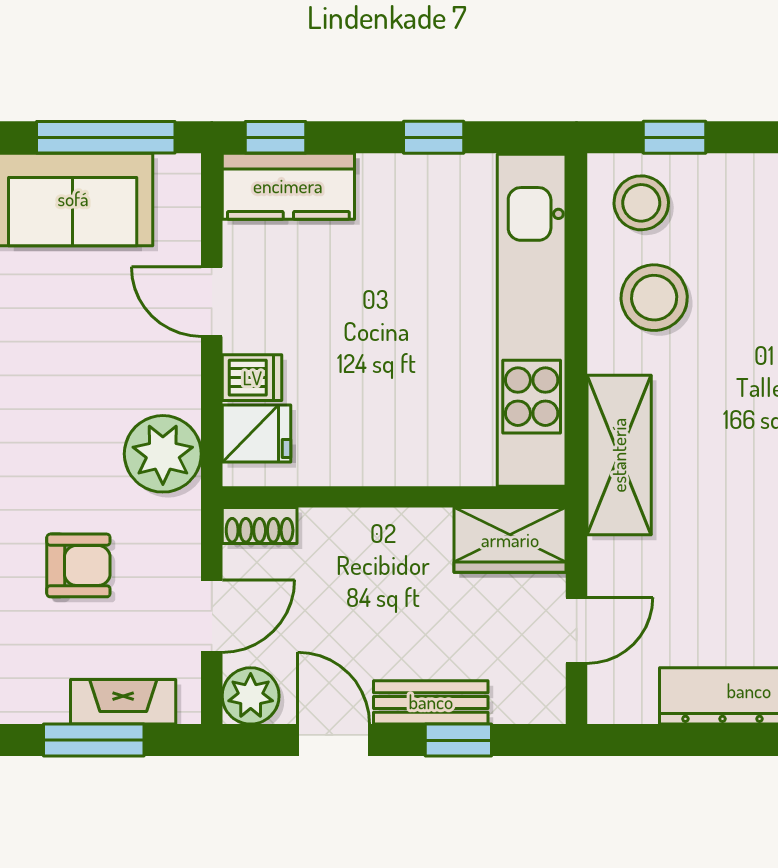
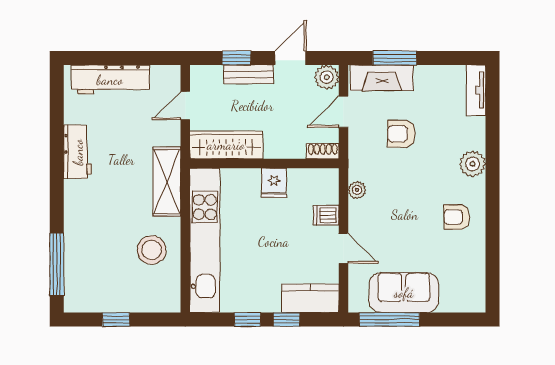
window: (276, 137) -> (286, 319), moved
window: (674, 137) -> (116, 319), moved
stool: (641, 203) -> (157, 291), removed
fridge: (256, 434) -> (274, 183), moved, turned -90
plant: (163, 454) -> (357, 190), width x0.53, depth x0.53
wardrobe: (510, 540) -> (226, 145), width x1.50
fireplace: (123, 702) -> (382, 78), width x1.37, depth x1.32
door: (334, 740) -> (291, 58), swing flipped

